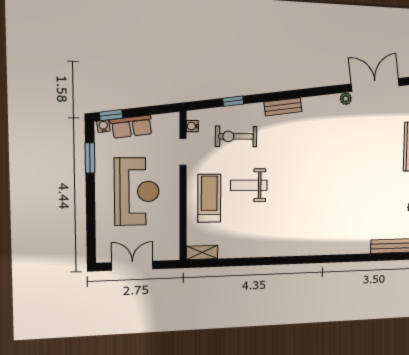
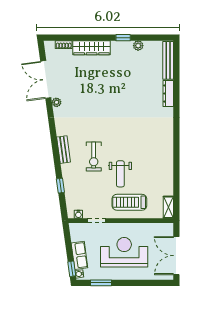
exercise bike: (236, 136) -> (94, 156), moved
dresser: (353, 247) -> (168, 94), added
double door: (132, 266) -> (176, 256), width x1.37

